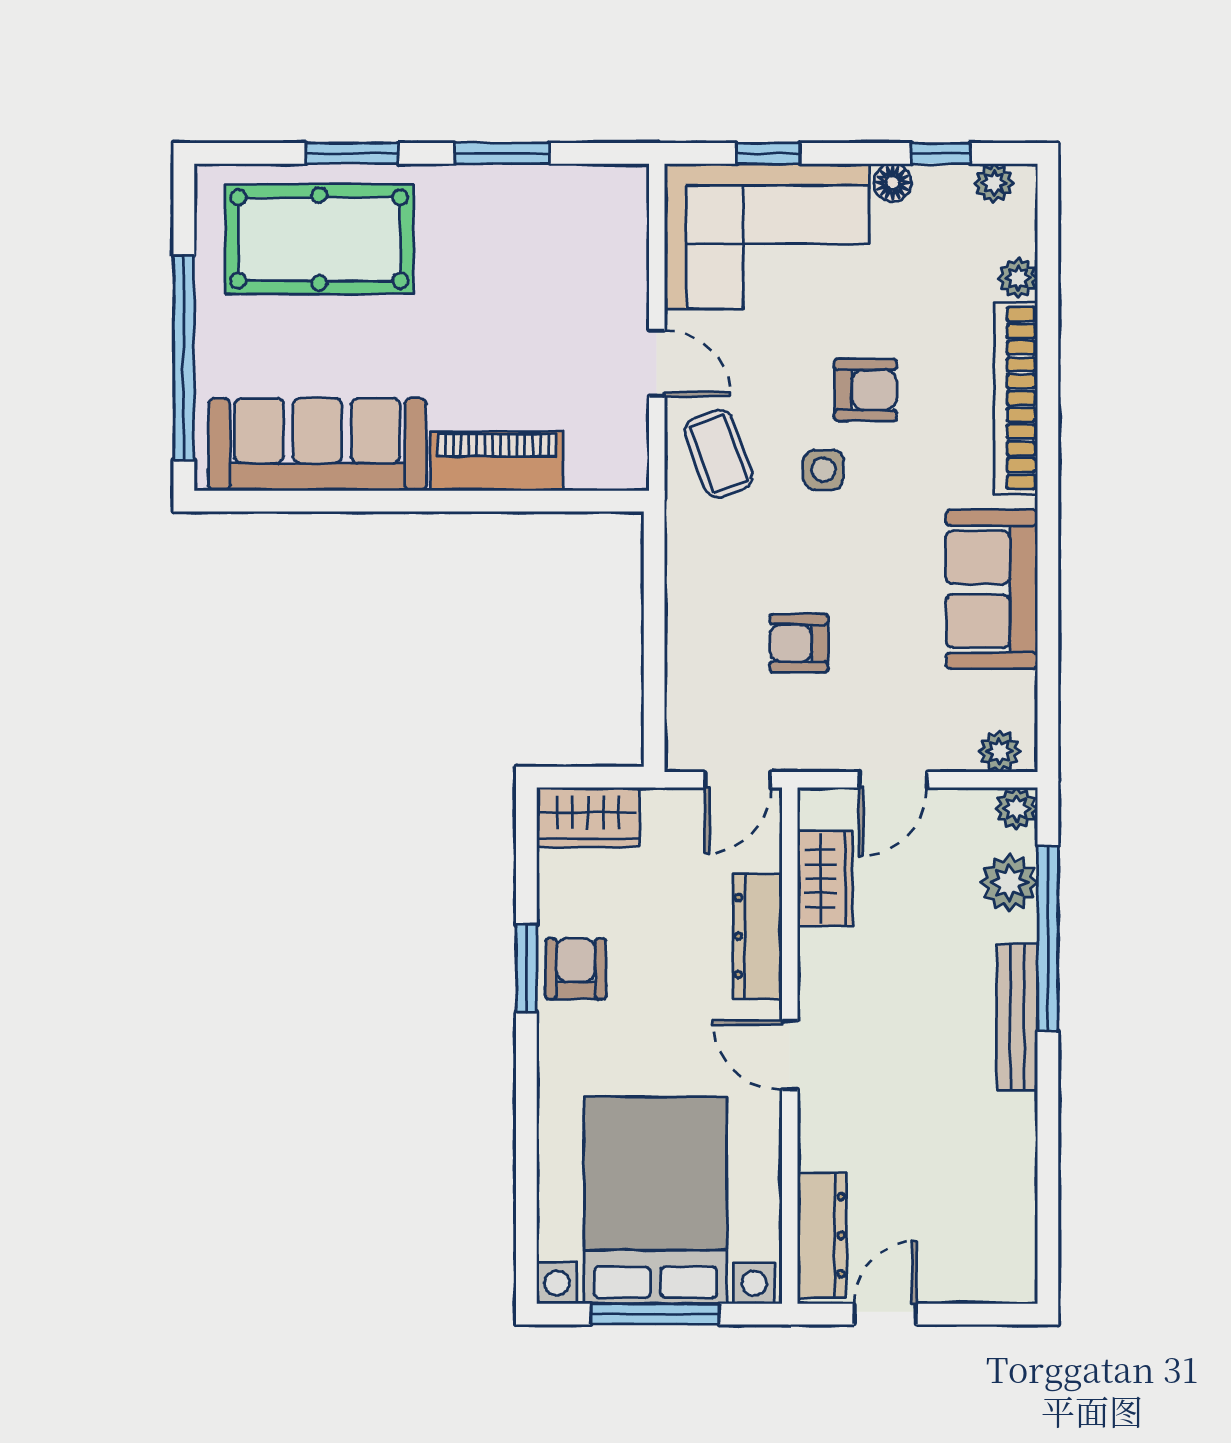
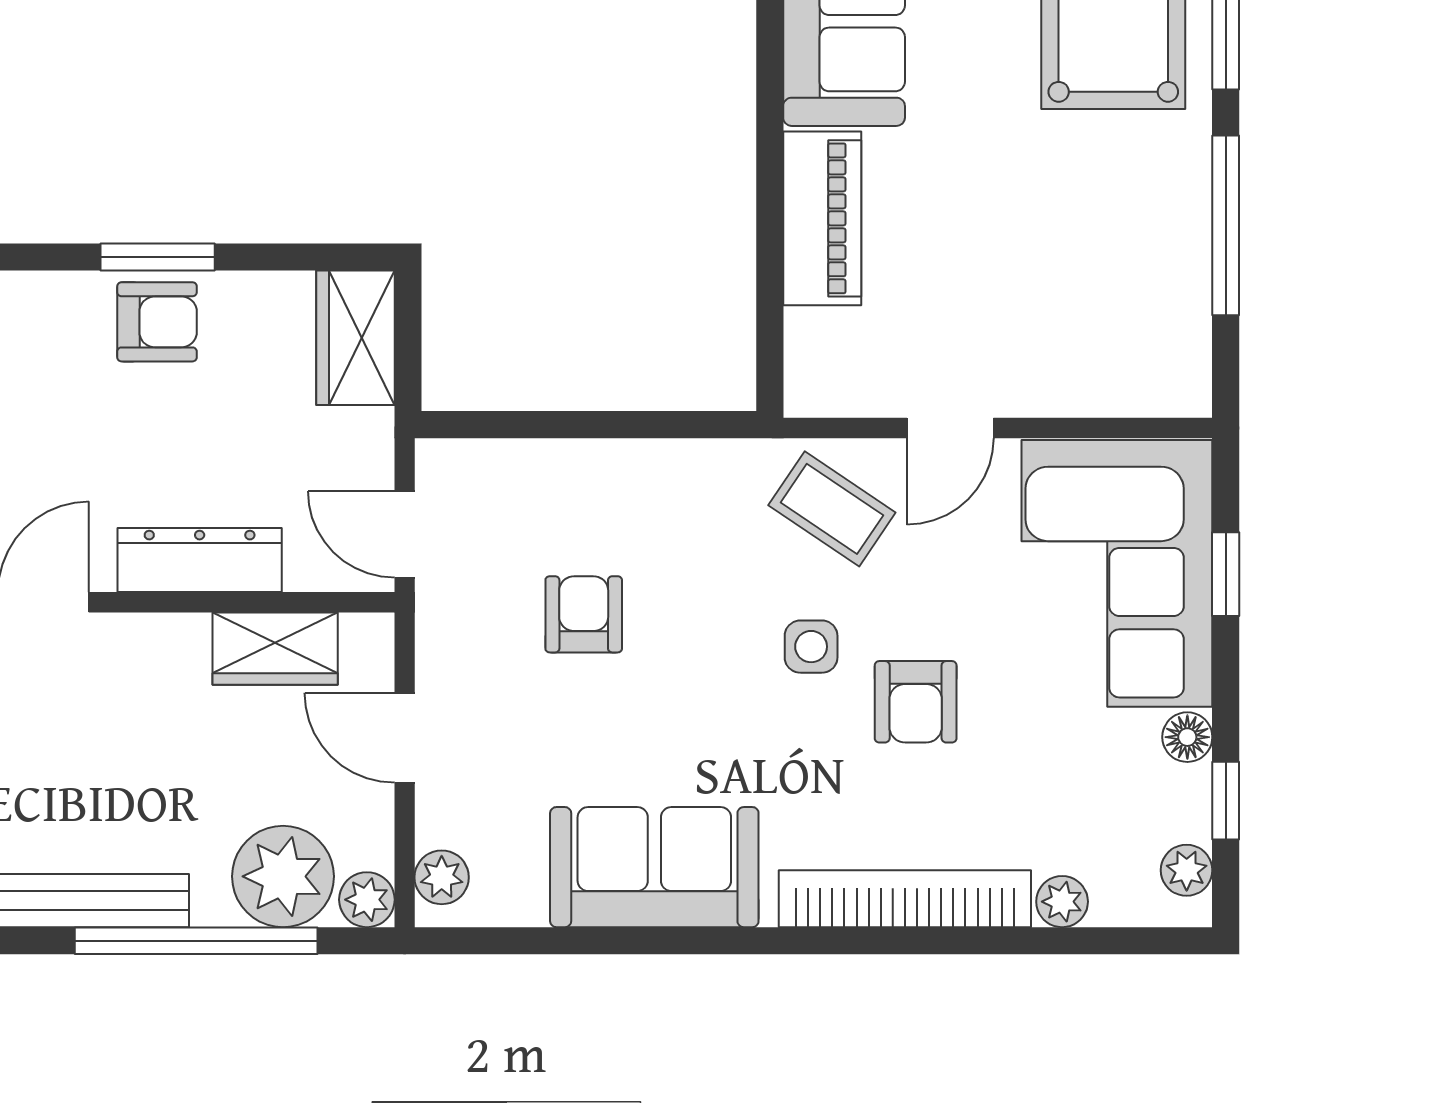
window: (502, 153) -> (1226, 225), width x1.44
coffee table: (718, 454) -> (832, 509), turned 54
plant: (1009, 883) -> (283, 876), width x1.36, depth x1.36

